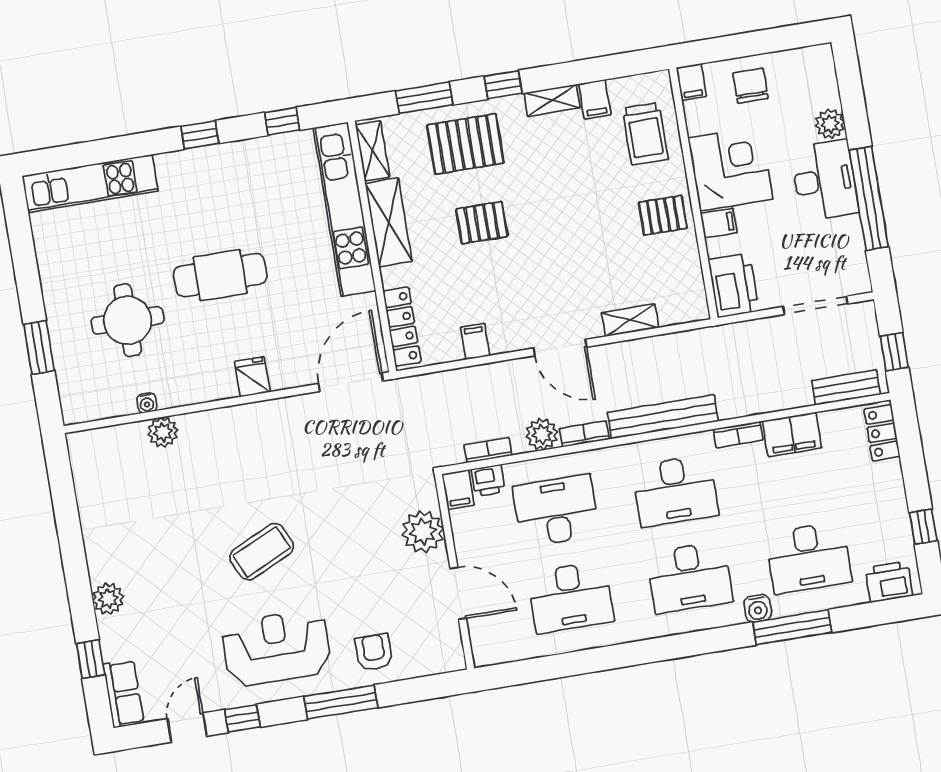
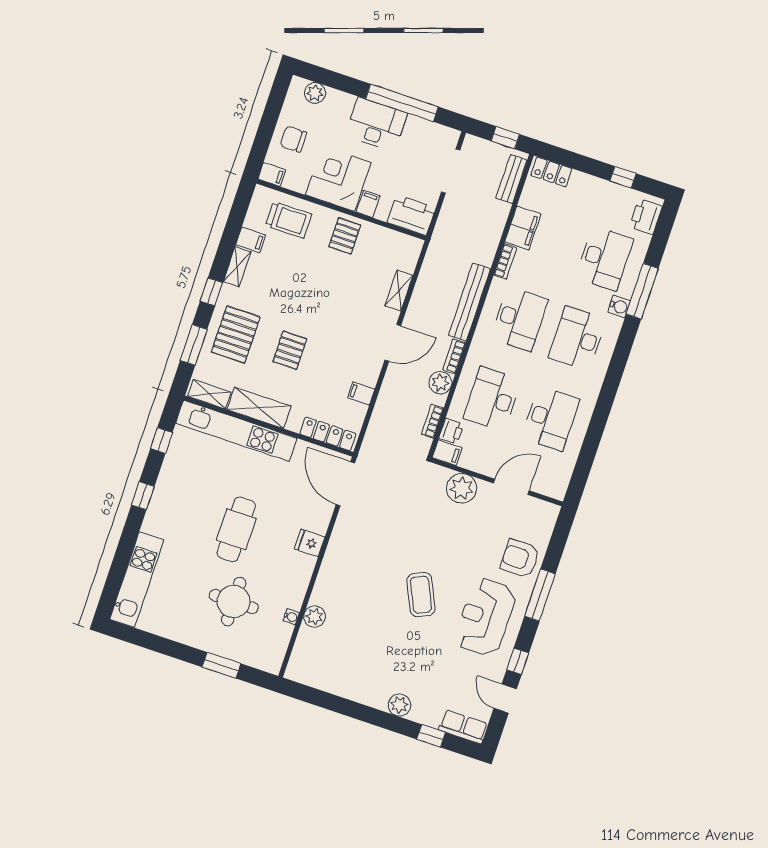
plant: (830, 124) -> (315, 93), moved
desk: (690, 577) -> (577, 338), turned 180
armchair: (374, 652) -> (520, 558), width x1.38, depth x1.38

